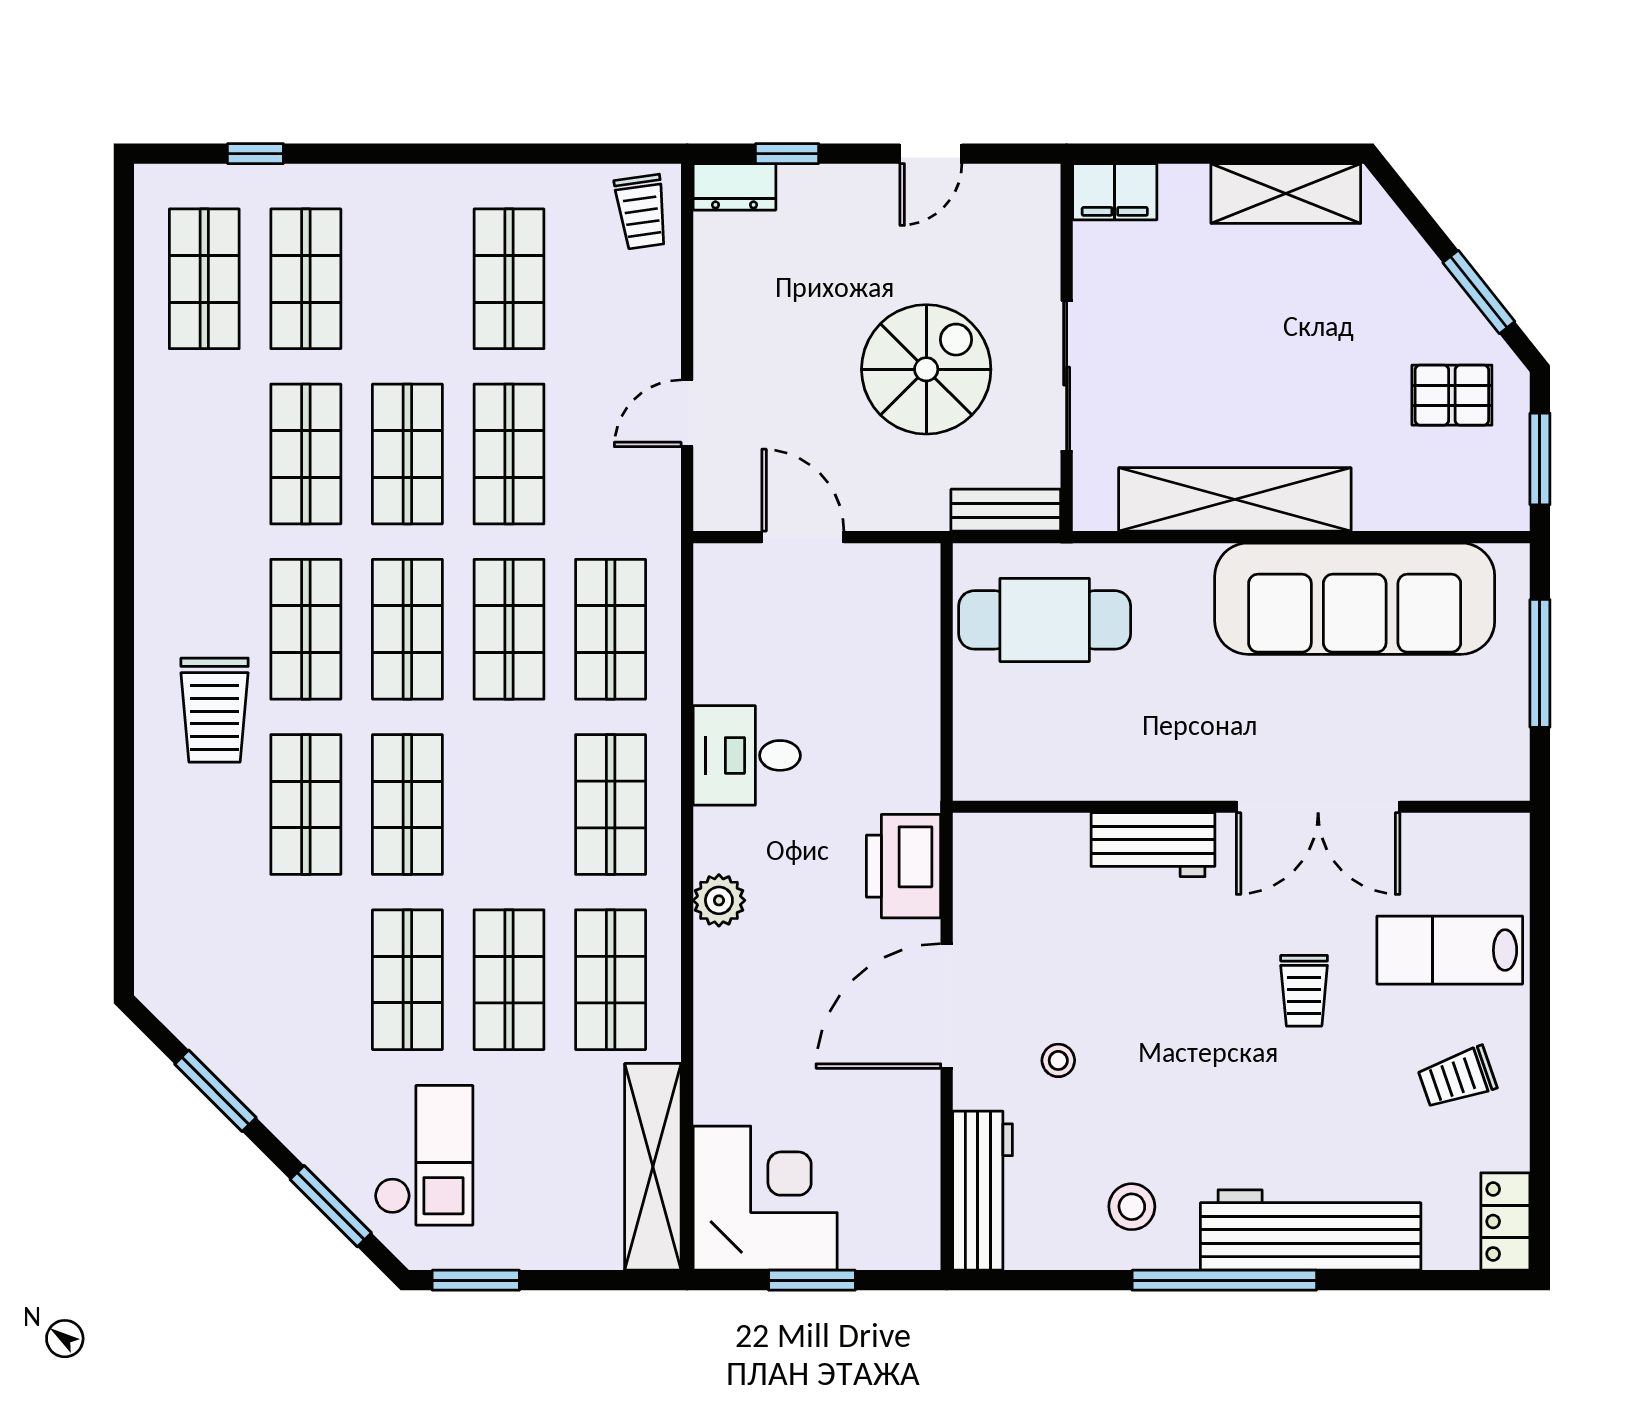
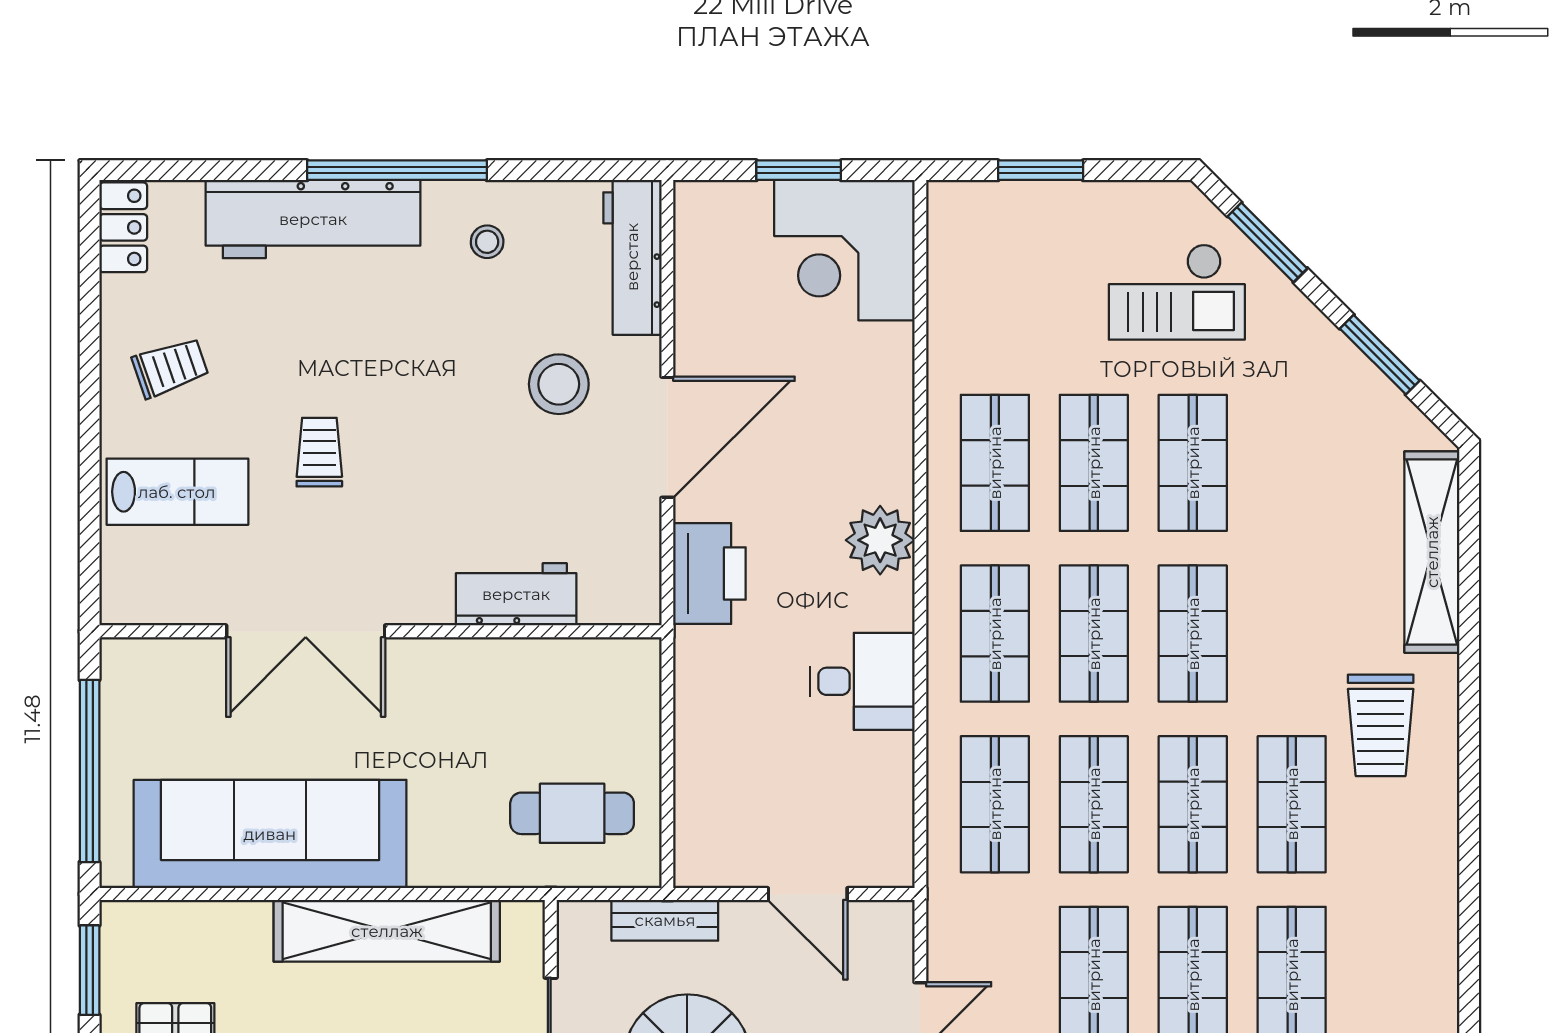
bench: (1006, 510) -> (665, 920), moved
cafe table: (1045, 620) -> (572, 813), width x0.73, depth x0.74
window: (1540, 663) -> (90, 771), width x1.46
trolley: (215, 710) -> (1381, 725), turned 180
shop shelf: (306, 804) -> (1094, 634), moved
double door: (1318, 807) -> (306, 631), swing flipped
workbench: (1153, 845) -> (516, 594), moved
plant: (719, 900) -> (880, 540), width x1.36, depth x1.36
stool: (1058, 1060) -> (559, 384), width x1.89, depth x1.89
checkout: (424, 1155) -> (1177, 292), turned -90
shelving: (653, 1167) -> (1432, 552), moved
stool: (1132, 1207) -> (487, 242), width x0.73, depth x0.73
window: (476, 1280) -> (1041, 170), moved

